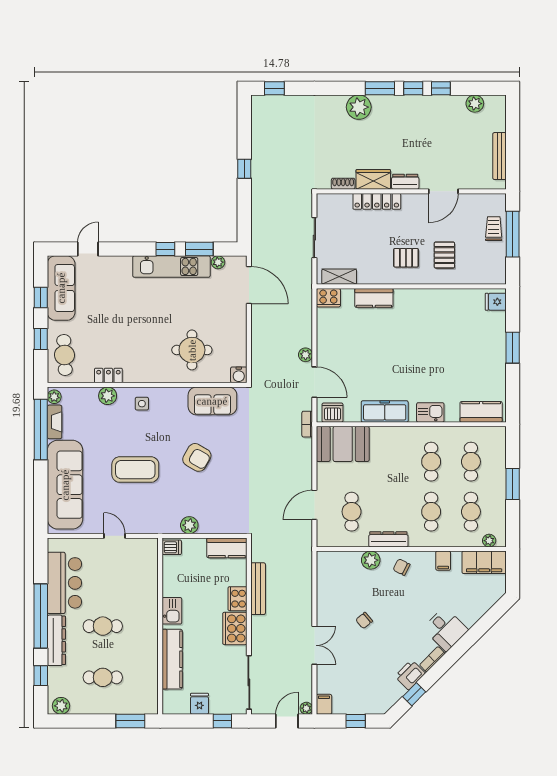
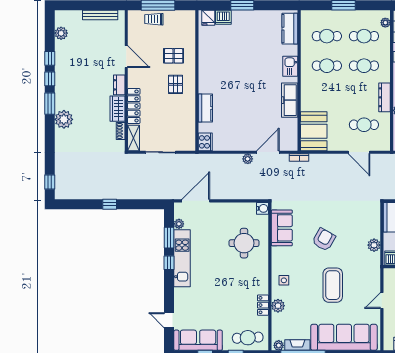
shelving: (339, 277) -> (133, 138), moved
dishwasher: (332, 413) -> (223, 17), moved, turned -90

